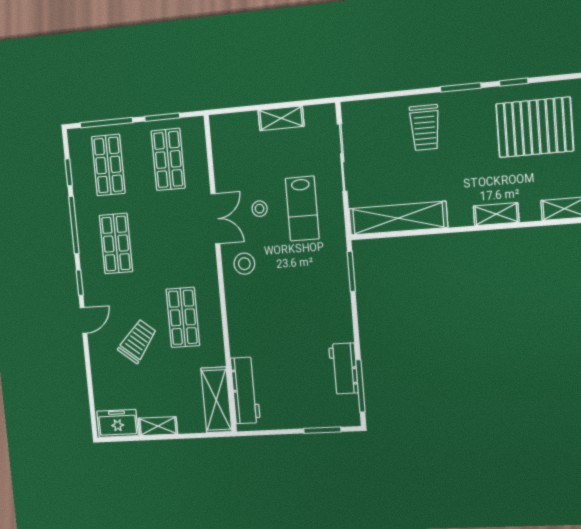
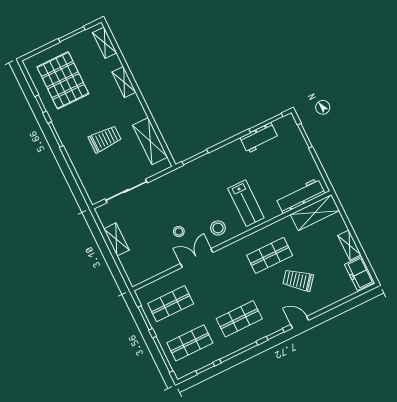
trolley: (425, 128) -> (105, 139), moved
lab bench: (302, 209) -> (246, 203), moved, turned 90
shelving: (398, 218) -> (150, 141), width x0.68

